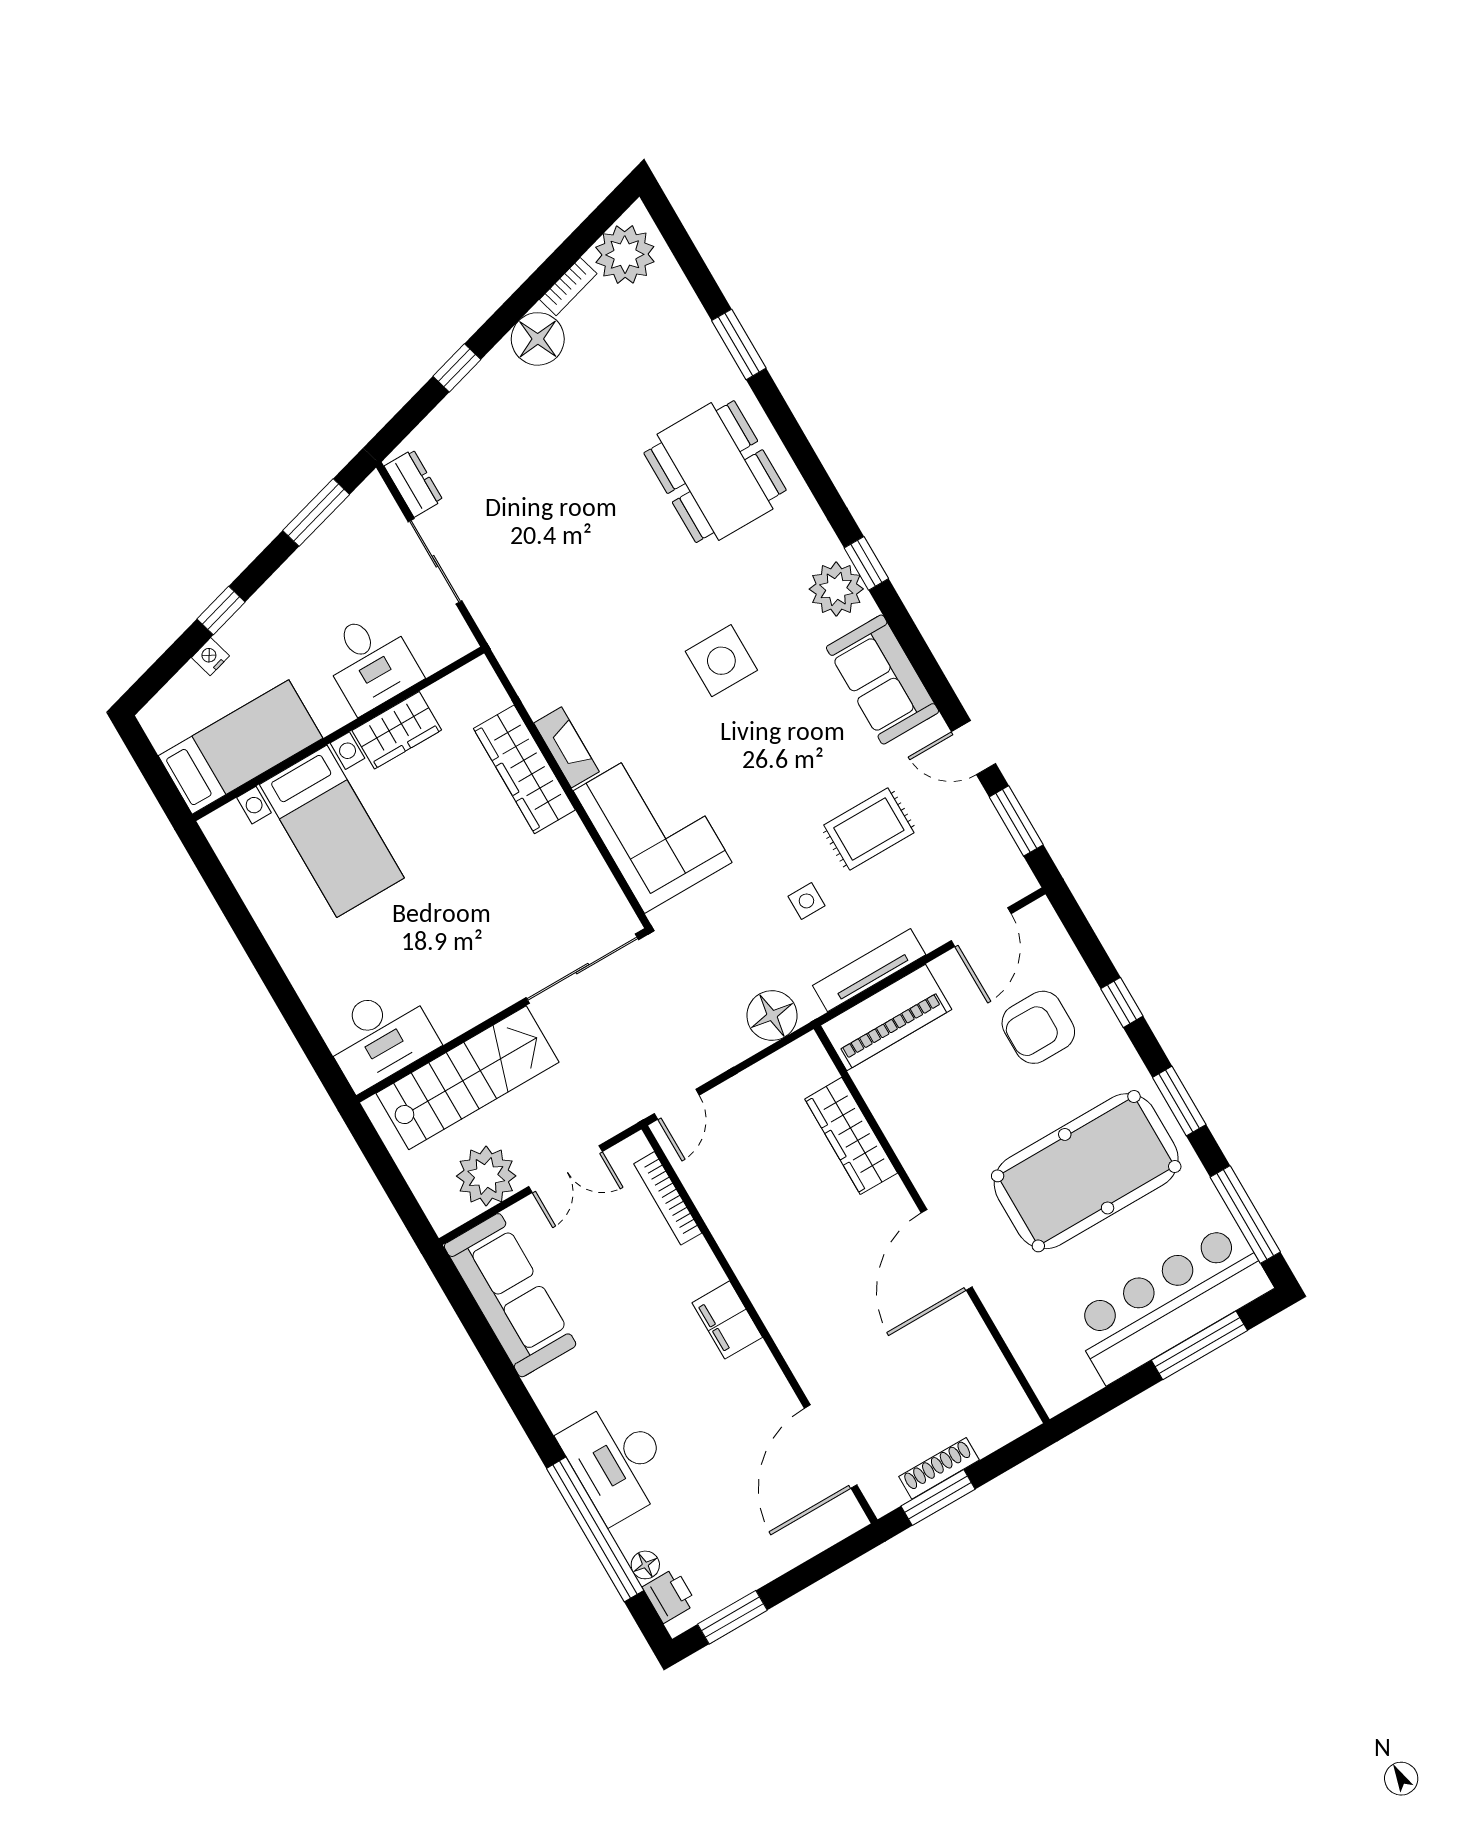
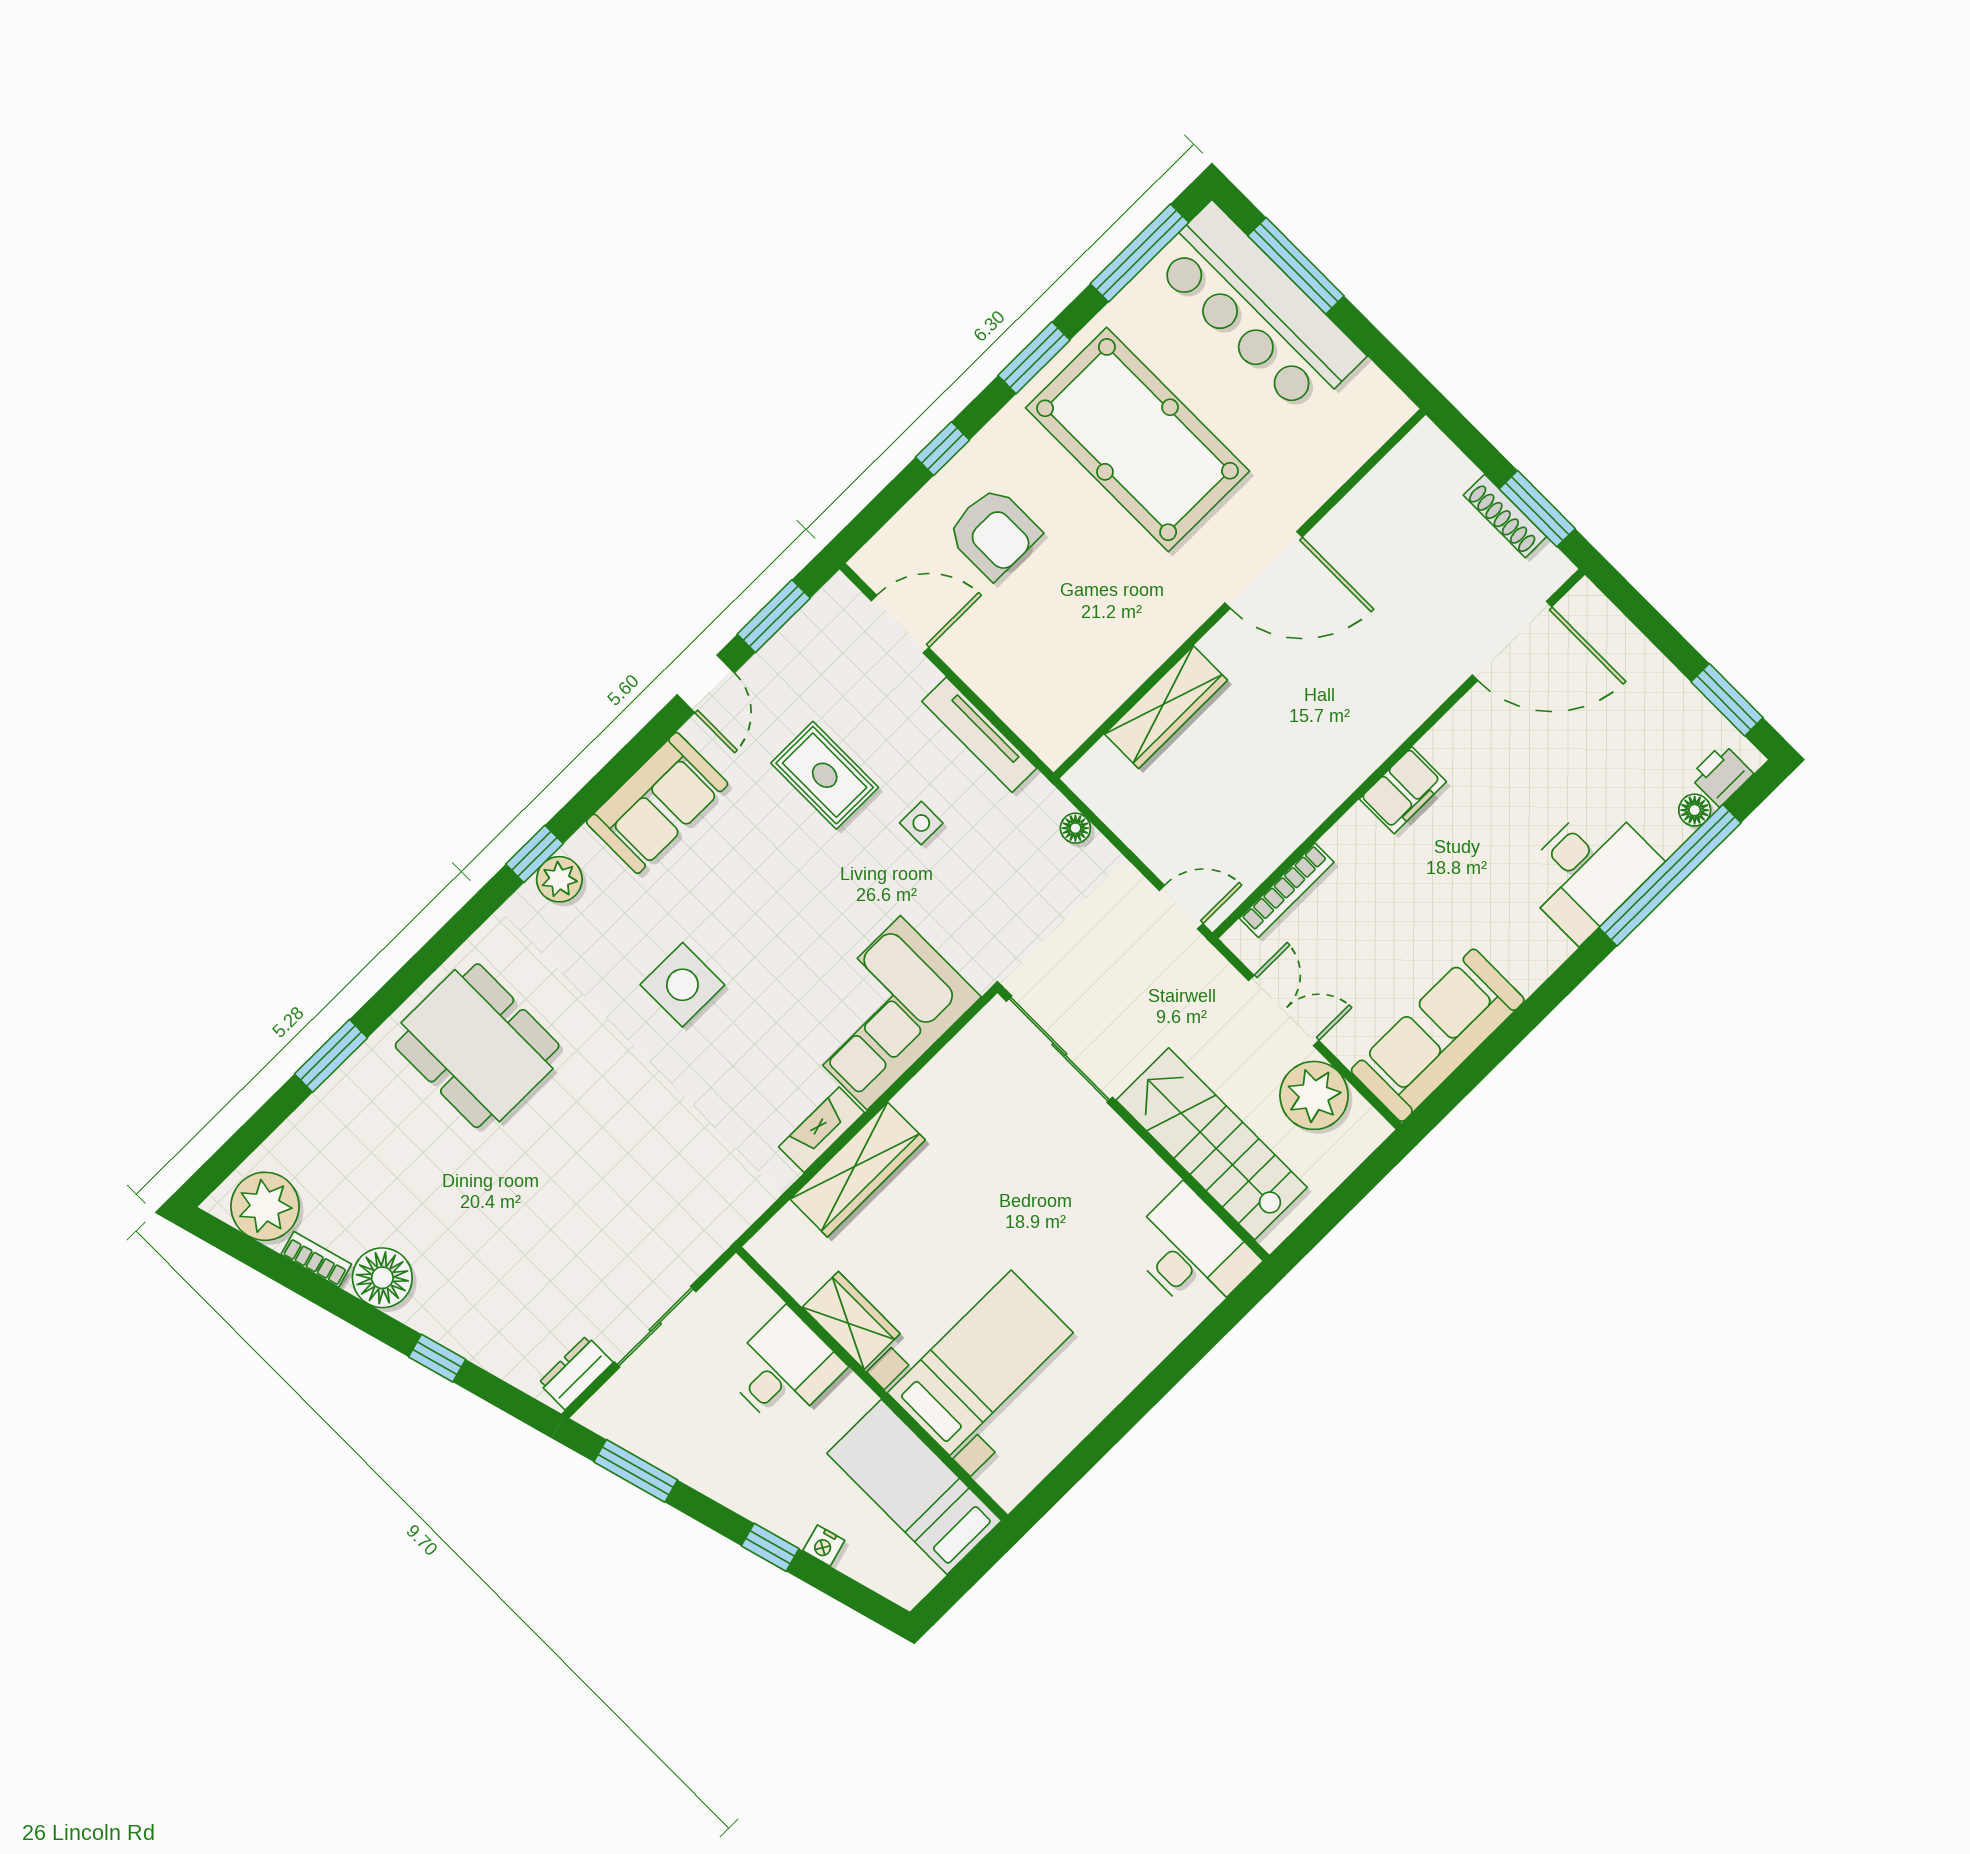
dining table: (715, 472) -> (477, 1046), turned 90
plant: (836, 589) -> (559, 879), width x0.73, depth x0.73
floor lamp: (772, 1016) -> (1075, 828), width x0.53, depth x0.53
piano: (886, 1017) -> (1026, 703), removed

